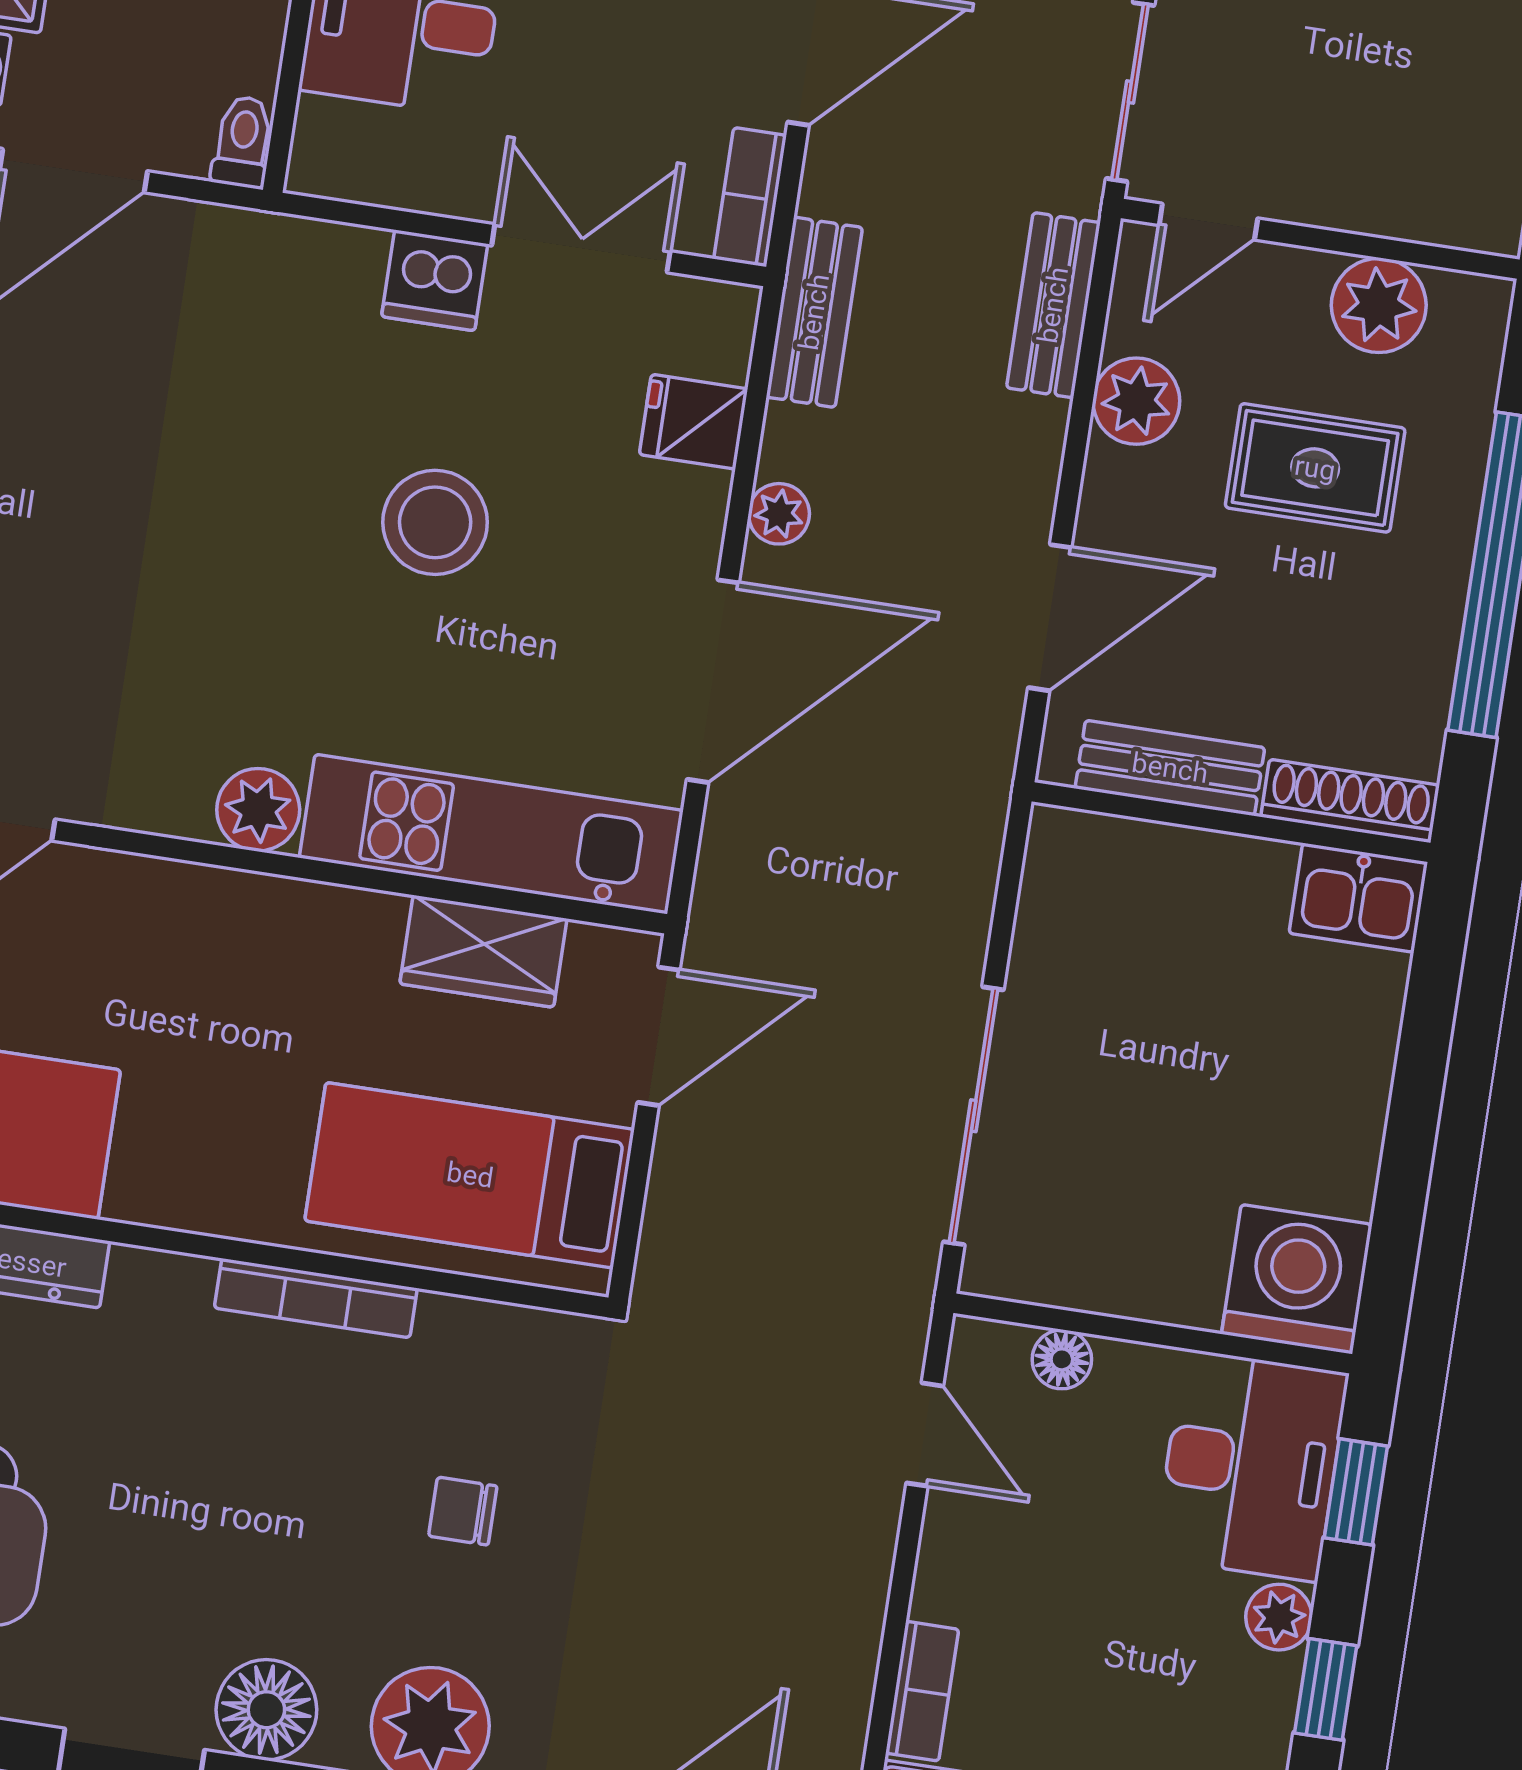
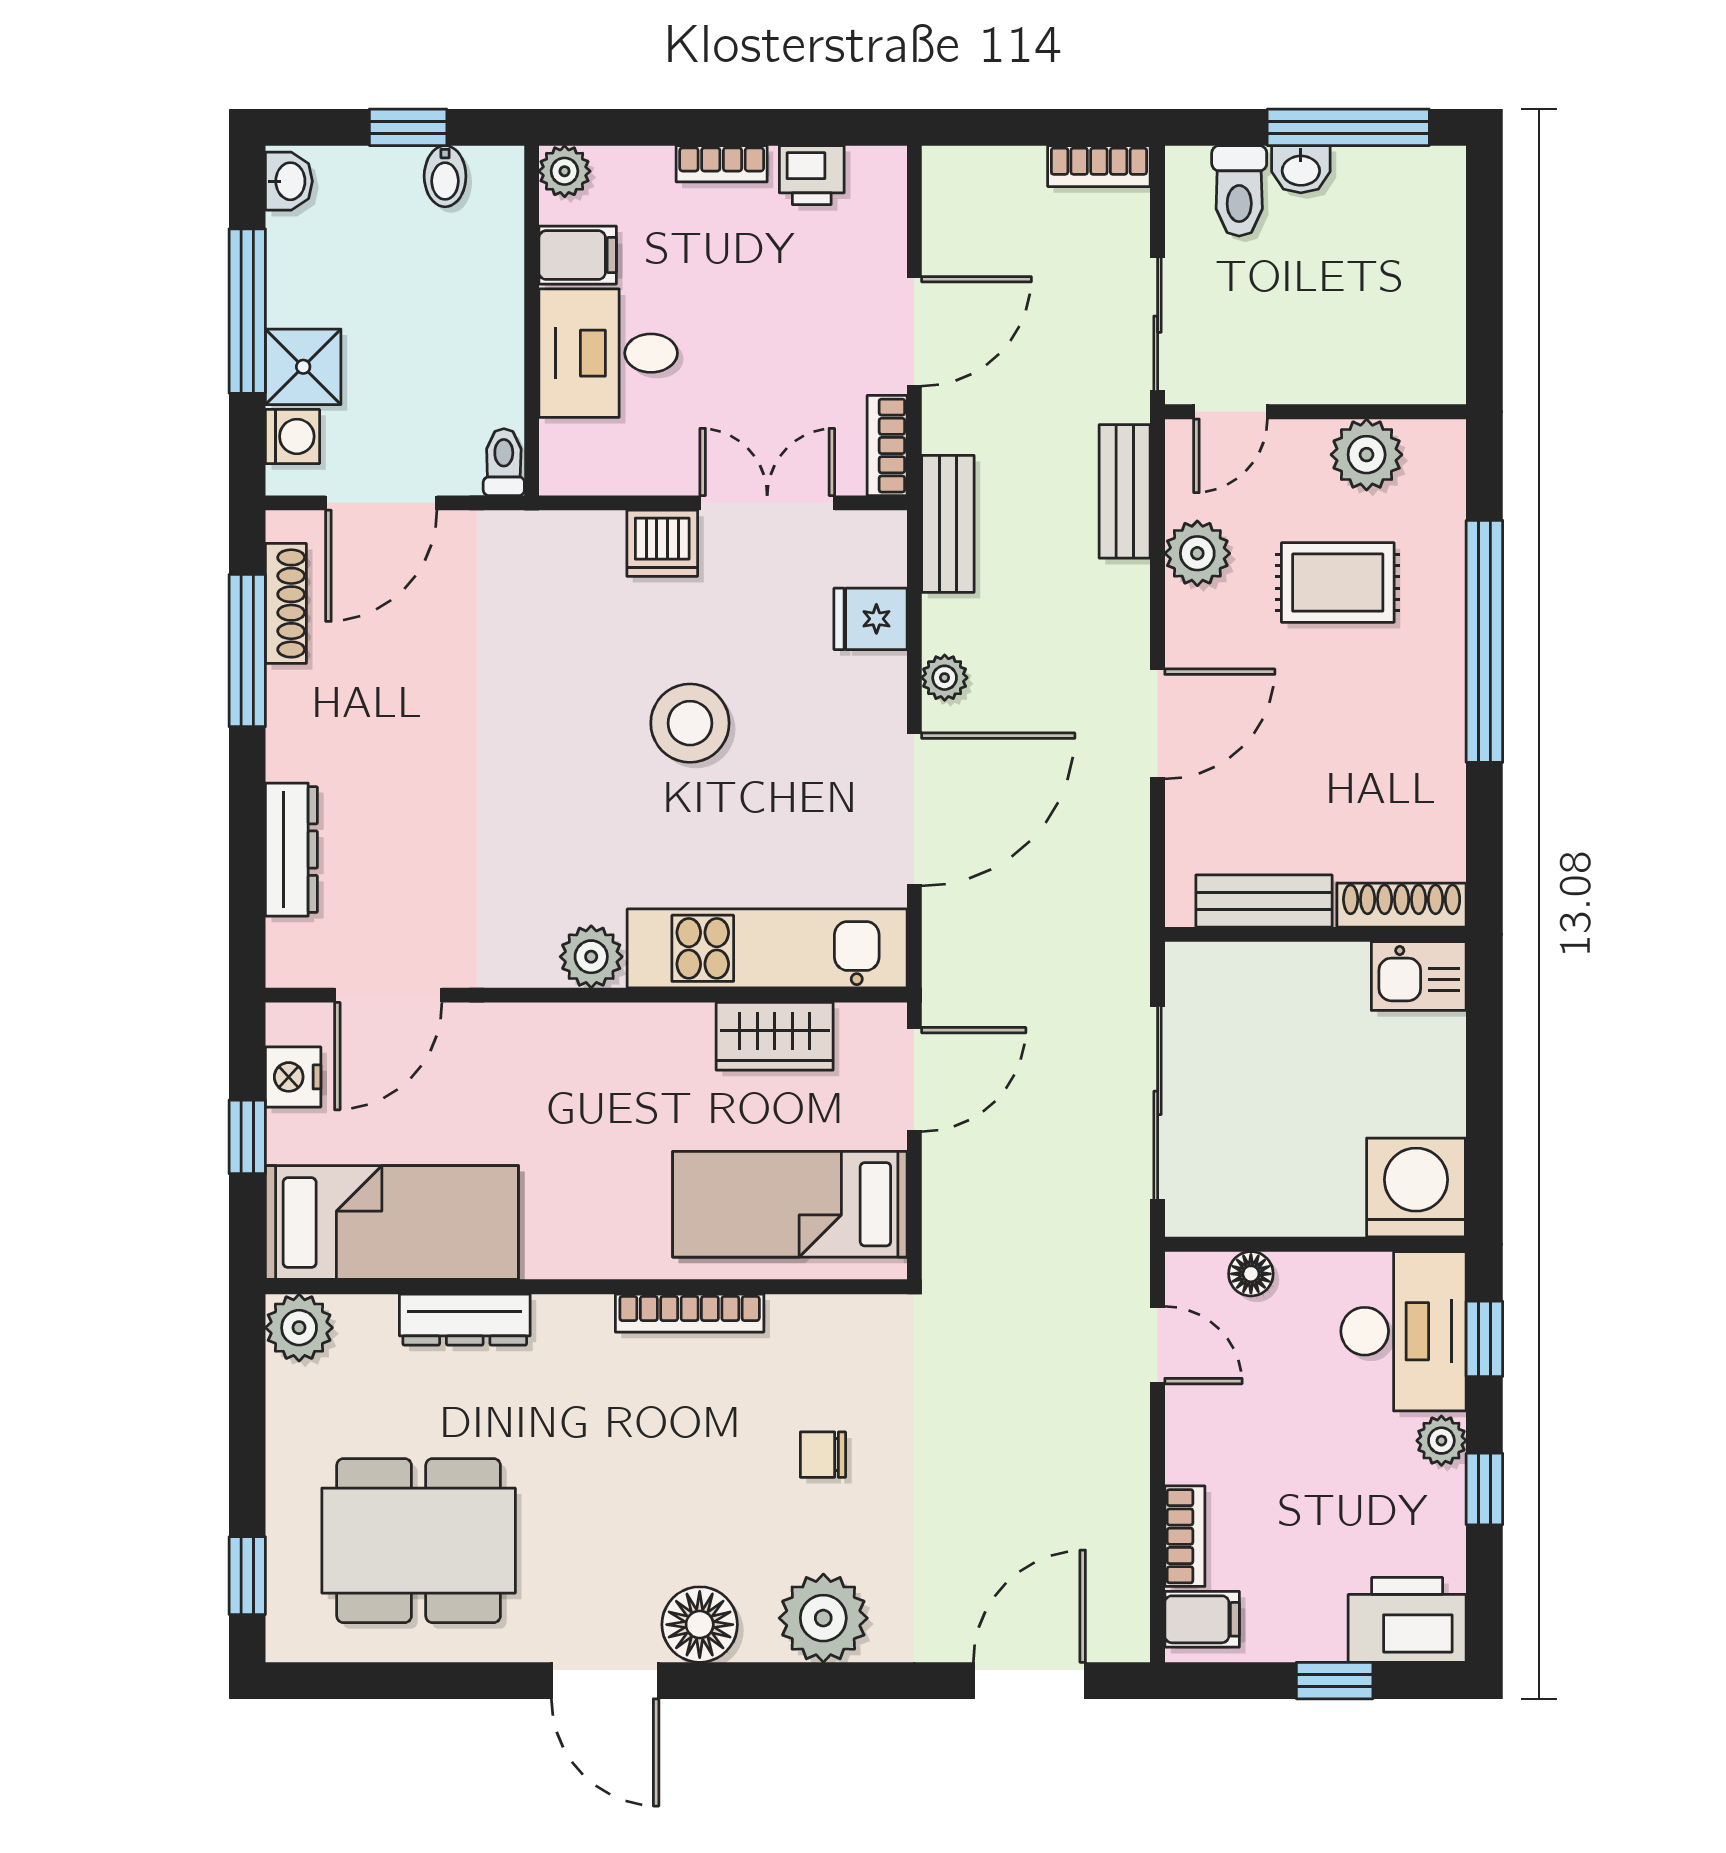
bench: (1170, 768) -> (1264, 901), moved
shoe rack: (1350, 801) -> (1402, 905), moved
wall: (1231, 822) -> (1315, 934), moved
kitchen sink: (1358, 898) -> (1419, 976), moved

